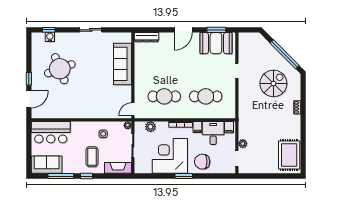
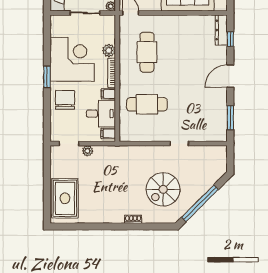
window: (154, 30) -> (230, 39), added
door: (183, 30) -> (230, 76), hinge flipped
booth: (216, 43) -> (214, 117), removed
spiral stairs: (273, 83) -> (163, 189), turned 90
cafe table: (206, 96) -> (147, 104), turned 90
plant: (151, 127) -> (109, 51), moved
rug: (289, 155) -> (65, 198), moved, turned 90

